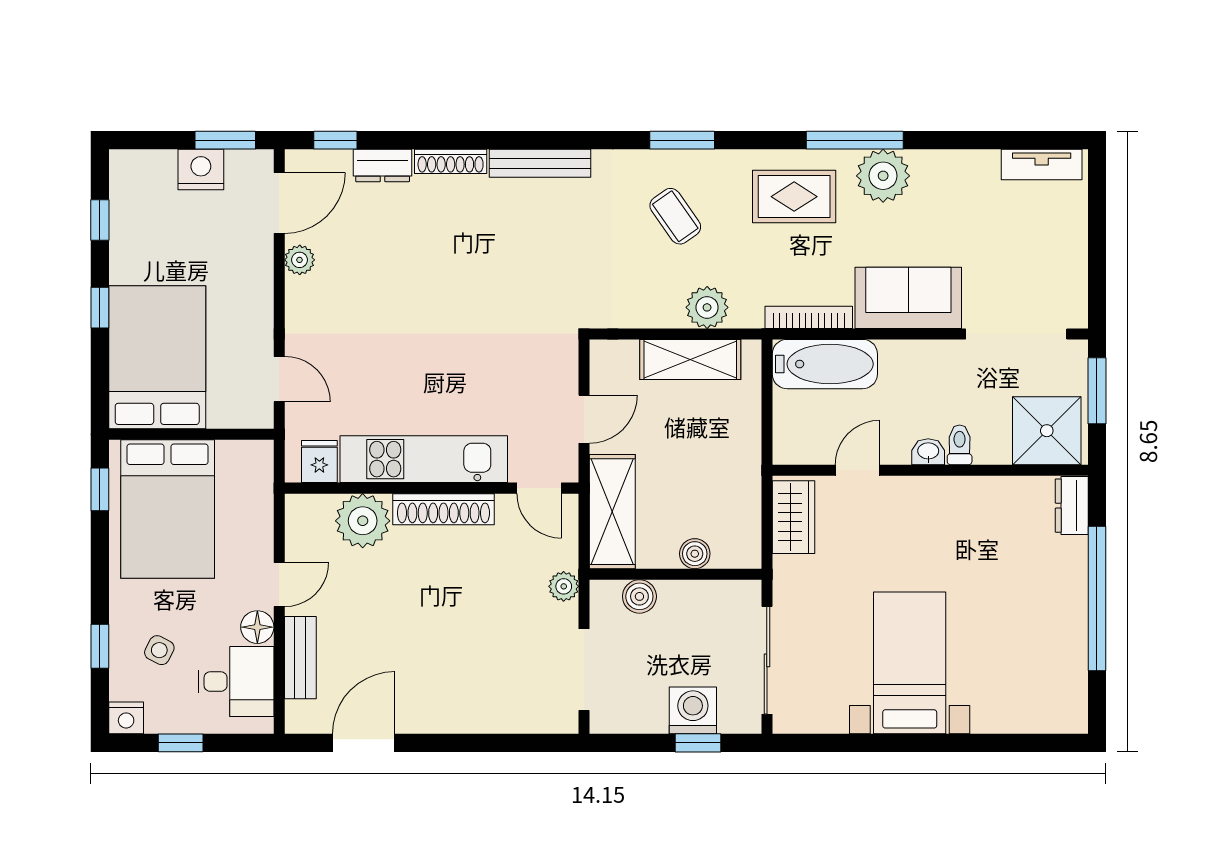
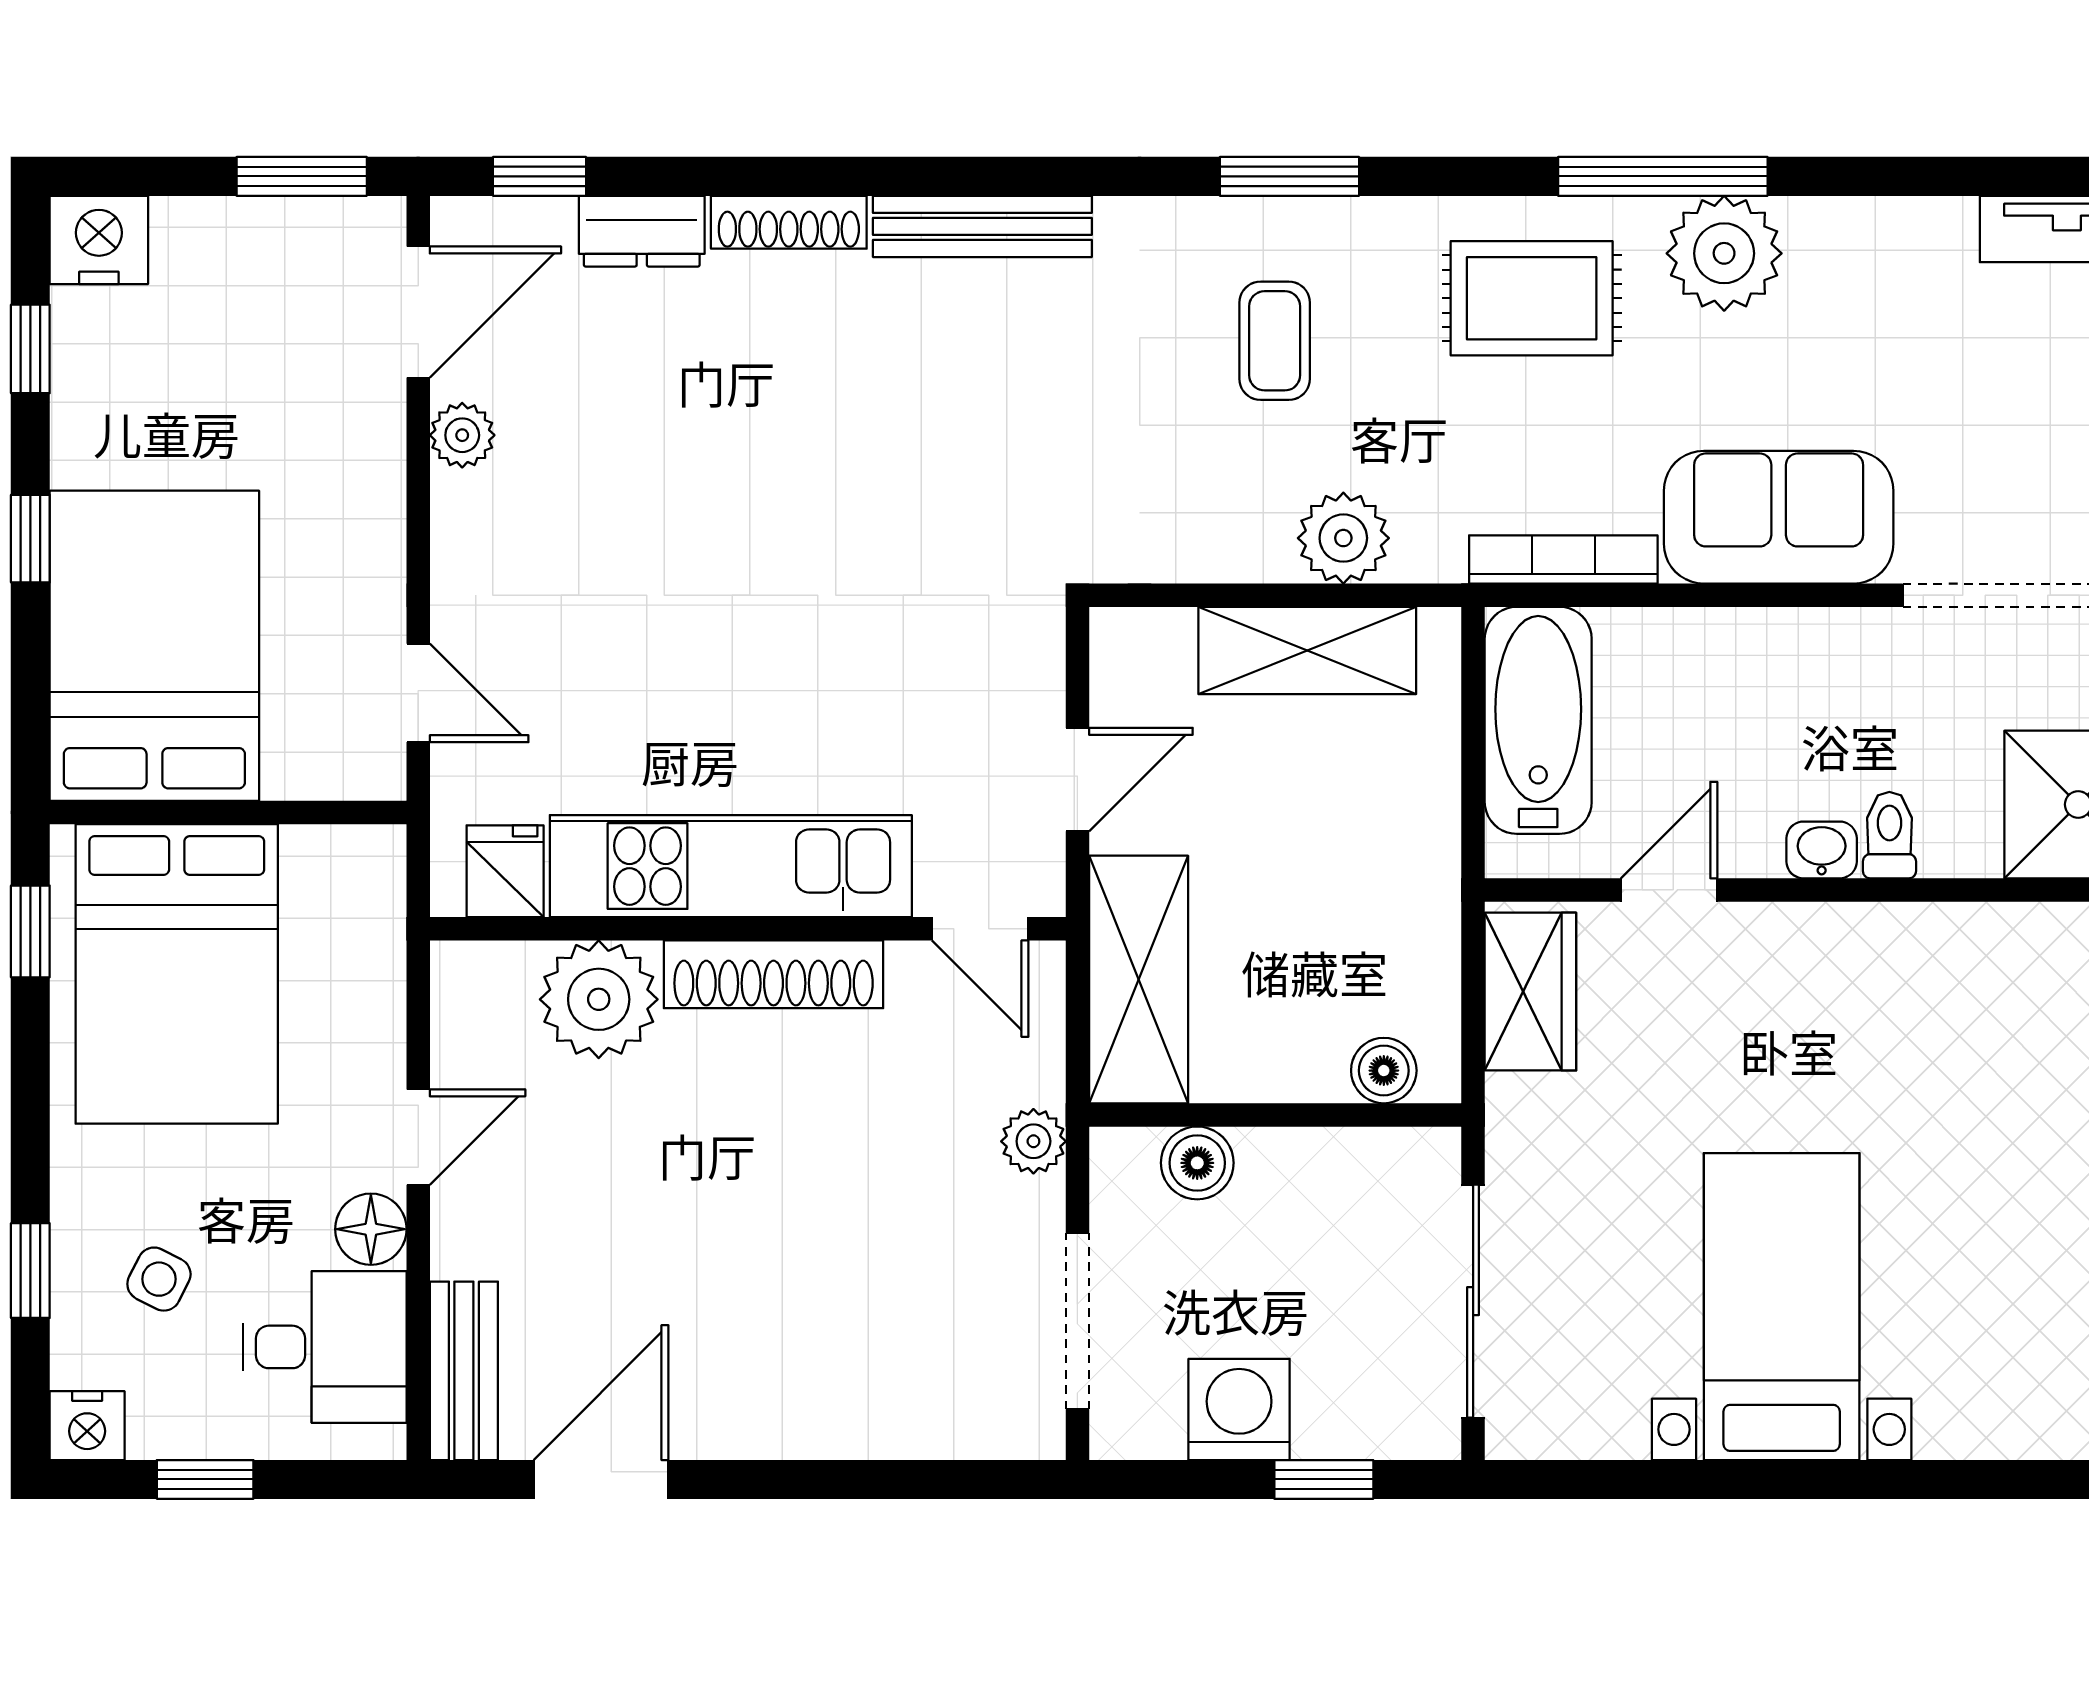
nightstand: (201, 170) -> (99, 240), moved
coffee table: (675, 216) -> (1275, 341), turned 35
bathtub: (825, 364) -> (1538, 720), moved, turned -90
boiler: (695, 554) -> (1384, 1071), moved
bench: (300, 658) -> (464, 1371), moved
washing machine: (693, 710) -> (1239, 1409), moved

